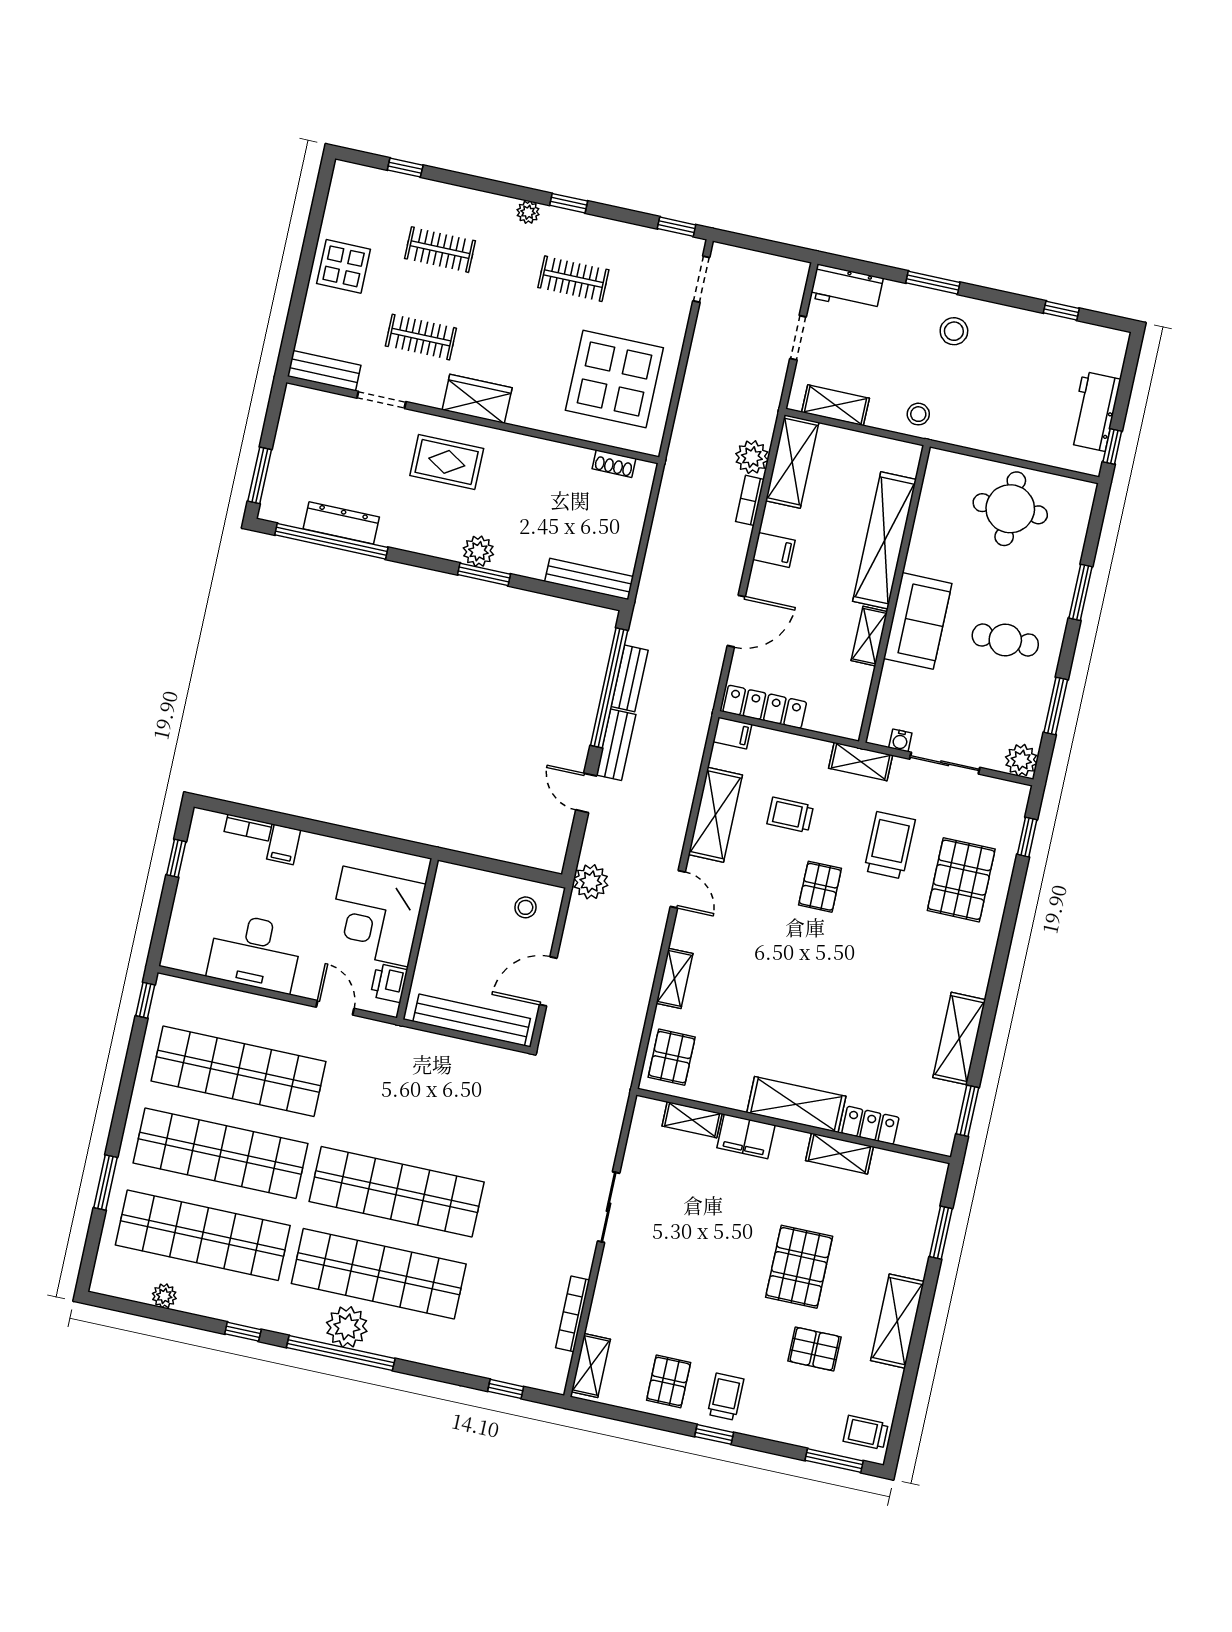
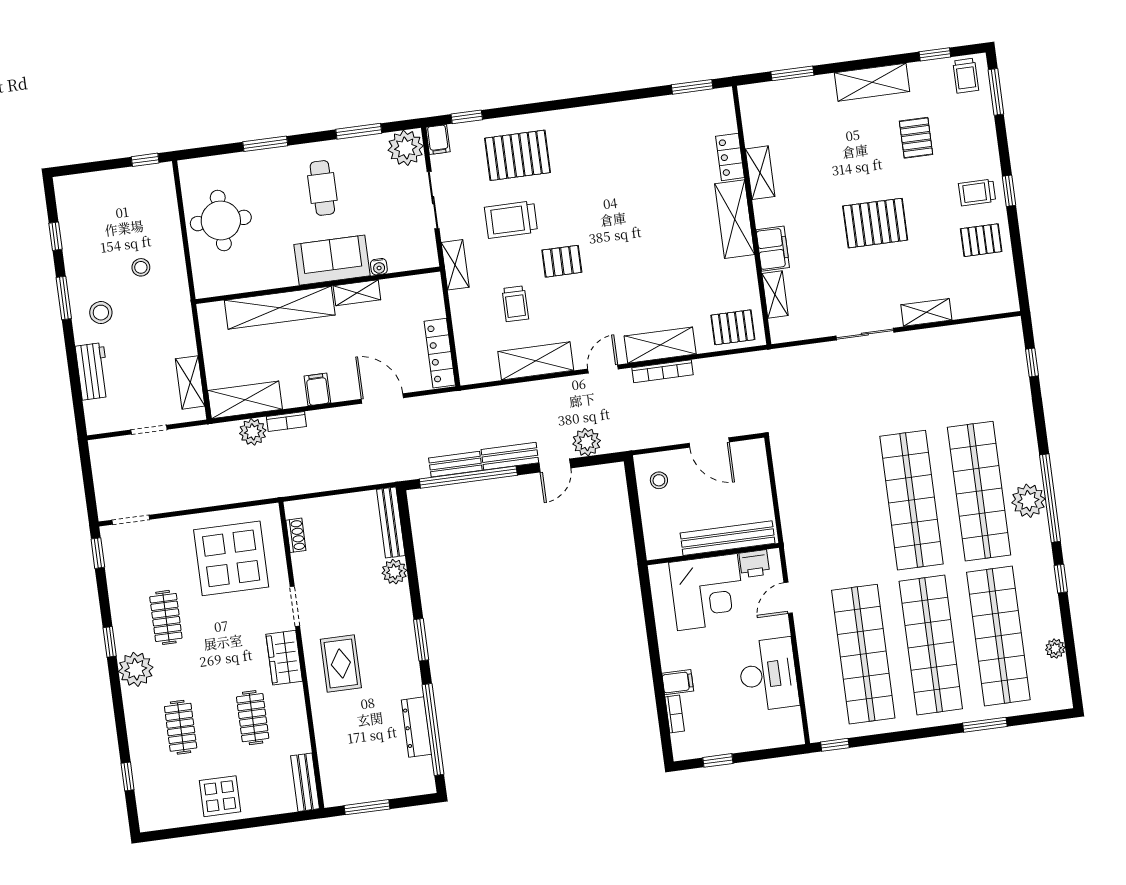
plant: (528, 212) -> (136, 669), width x1.88, depth x1.88
window: (933, 283) -> (64, 298), moved
workbench: (847, 288) -> (93, 371), moved
doorway: (381, 400) -> (295, 606), moved
workbench: (1094, 411) -> (123, 183), removed
stool: (918, 414) -> (141, 267), moved
window: (260, 475) -> (367, 807), moved
plant: (478, 551) -> (394, 572), moved
window: (484, 574) -> (421, 640), moved
filing cabinet: (732, 733) -> (438, 140), moved, turned 180
water cooler: (900, 740) -> (379, 267), moved, turned 90
plant: (1021, 760) -> (406, 148), width x1.36, depth x1.36
plant: (591, 882) -> (587, 442), moved
shelving: (674, 978) -> (660, 345), width x1.50, depth x1.33
bench: (472, 1020) -> (728, 538), moved, turned 90
shelving: (959, 1039) -> (639, 113), removed
pallet: (799, 1267) -> (875, 223), moved
bookcase: (573, 1314) -> (663, 371), moved
shelving: (591, 1366) -> (926, 312), moved
window: (903, 1406) -> (935, 54), added

